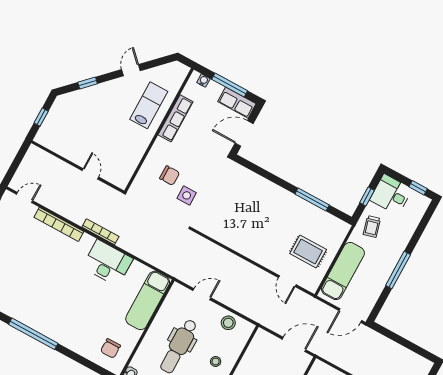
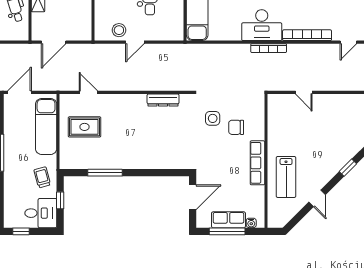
row of seats: (237, 103) -> (228, 220), moved
row of seats: (176, 118) -> (257, 163), moved
dresser: (223, 237) -> (163, 100), added
desk: (108, 263) -> (262, 25), moved
door: (202, 294) -> (135, 42), moved

